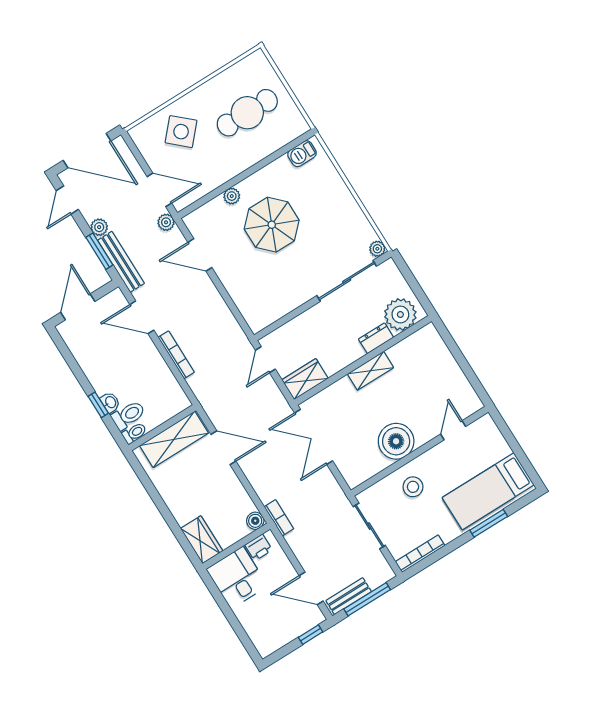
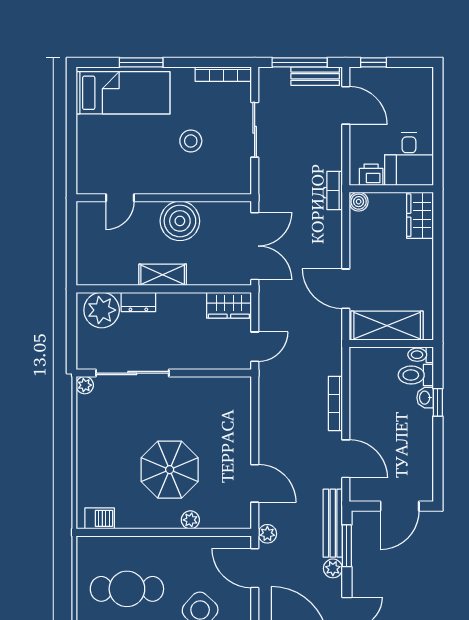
door: (453, 430) -> (120, 198), moved
boiler: (396, 441) -> (180, 221), moved
wall: (420, 451) -> (164, 198), moved

